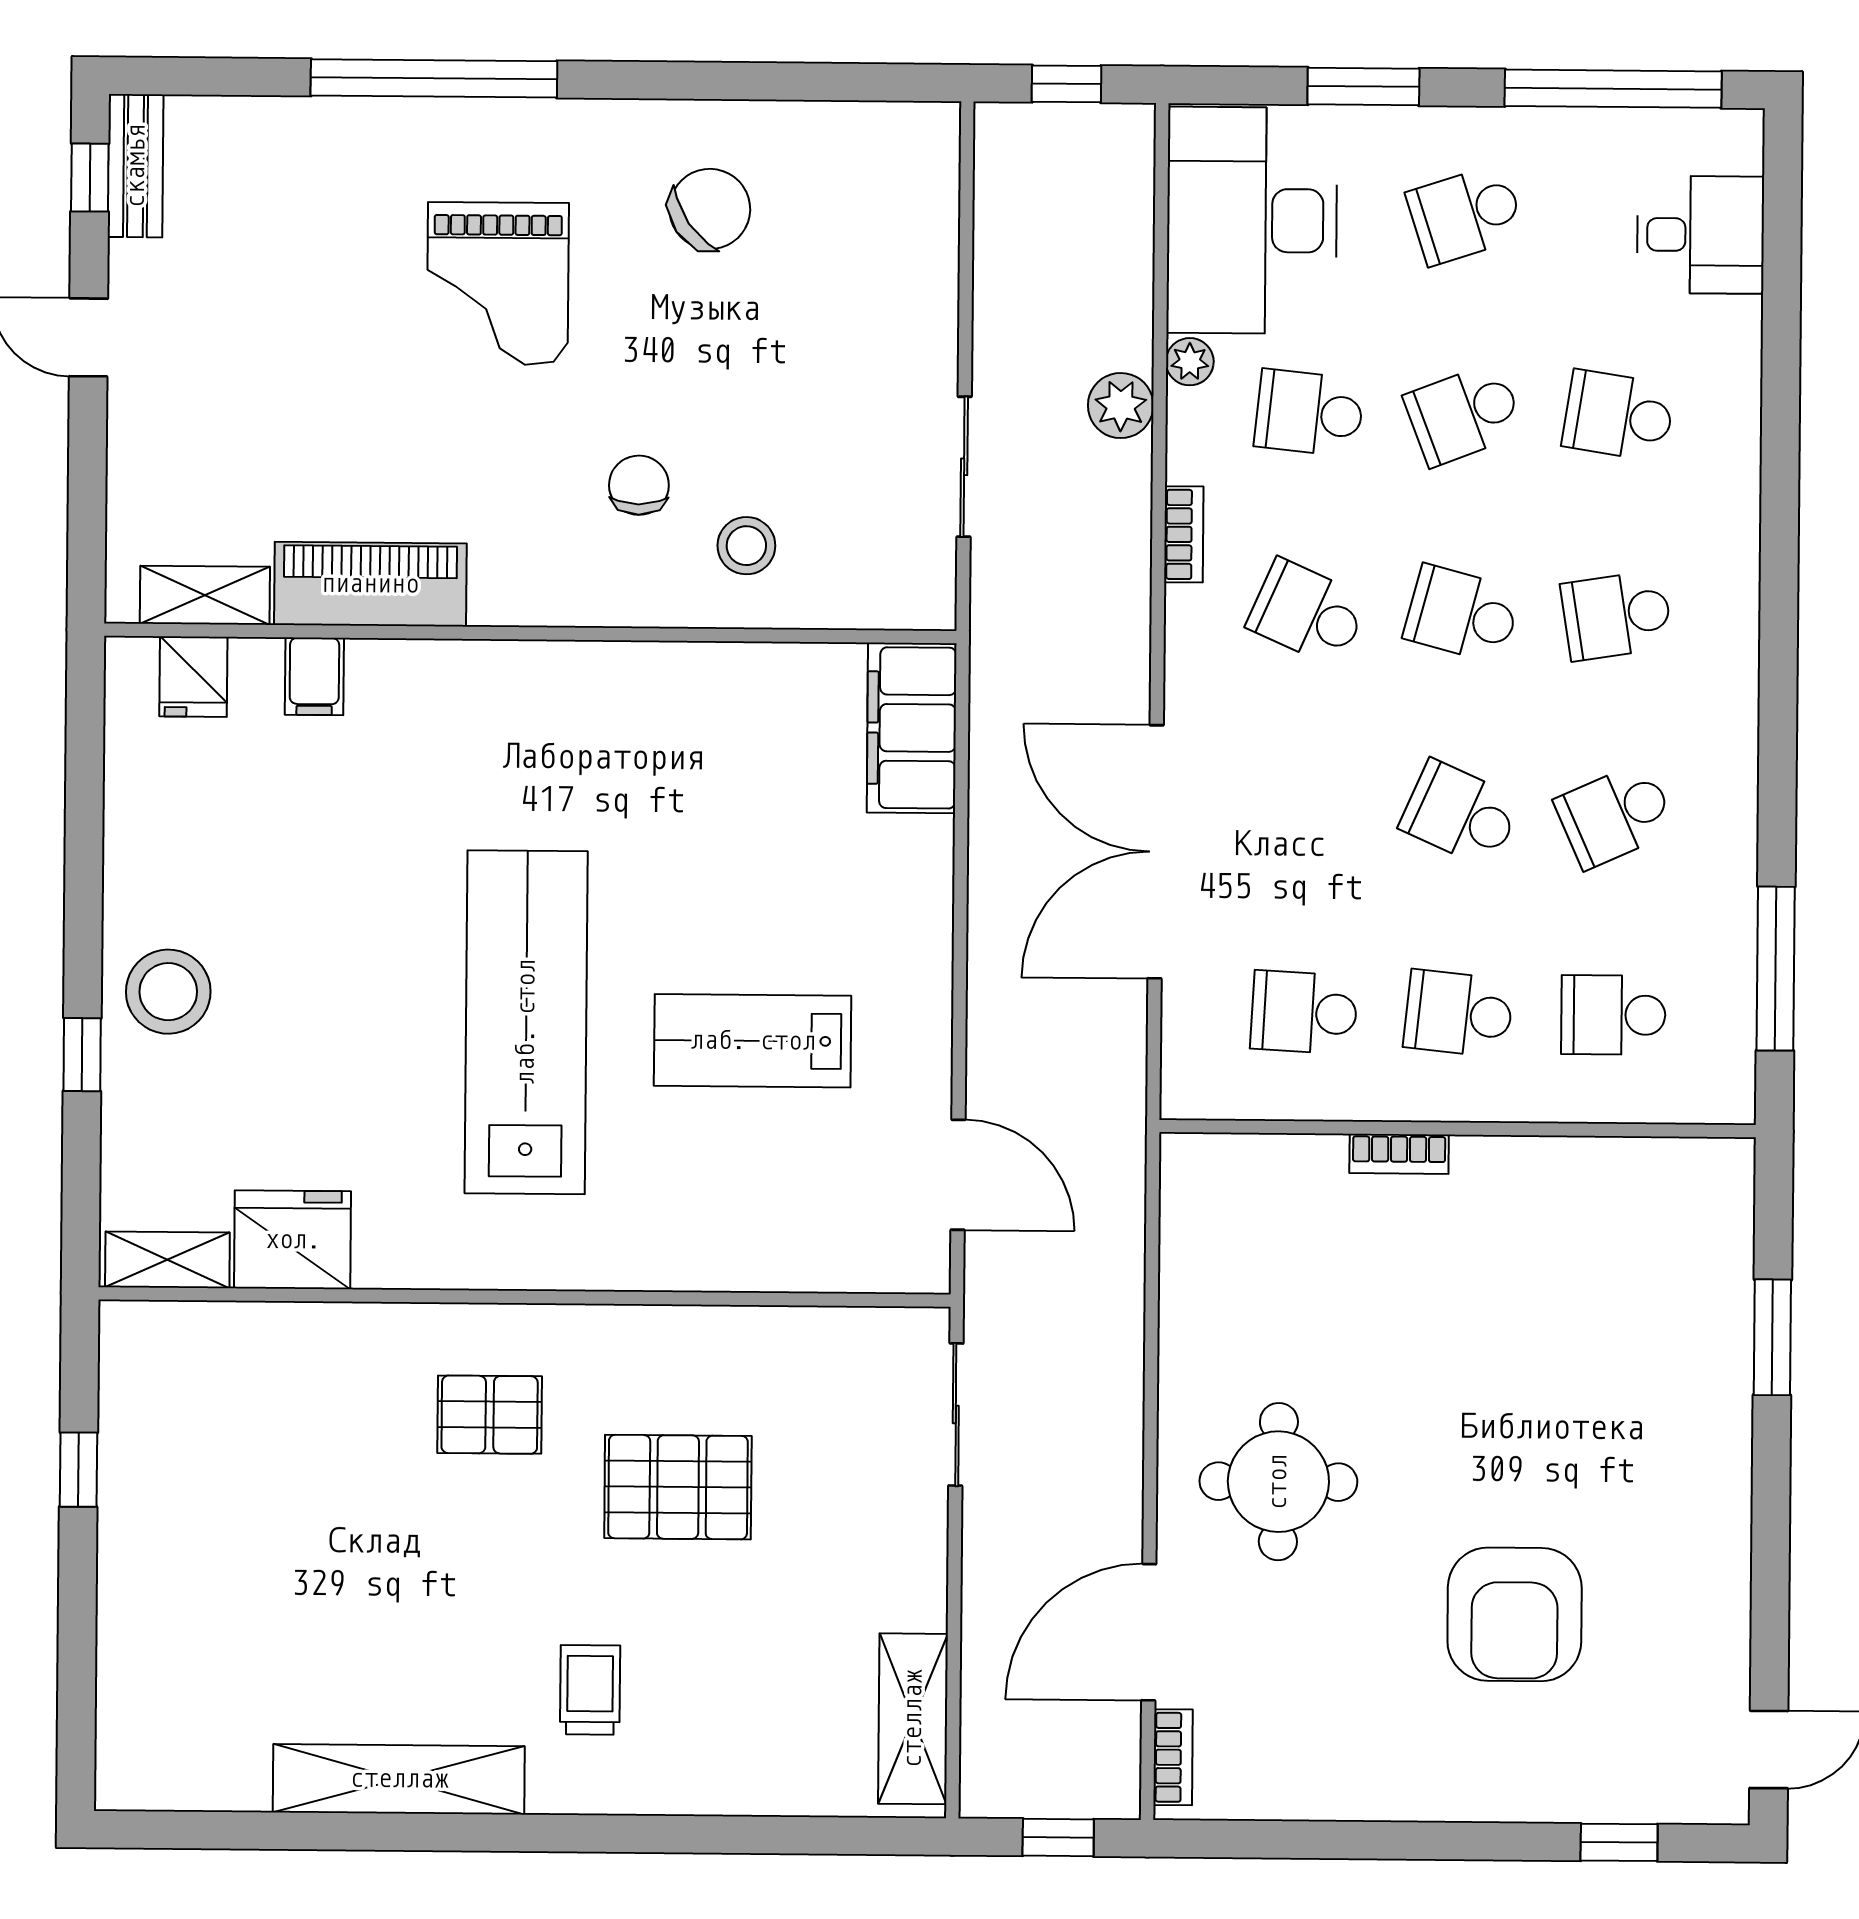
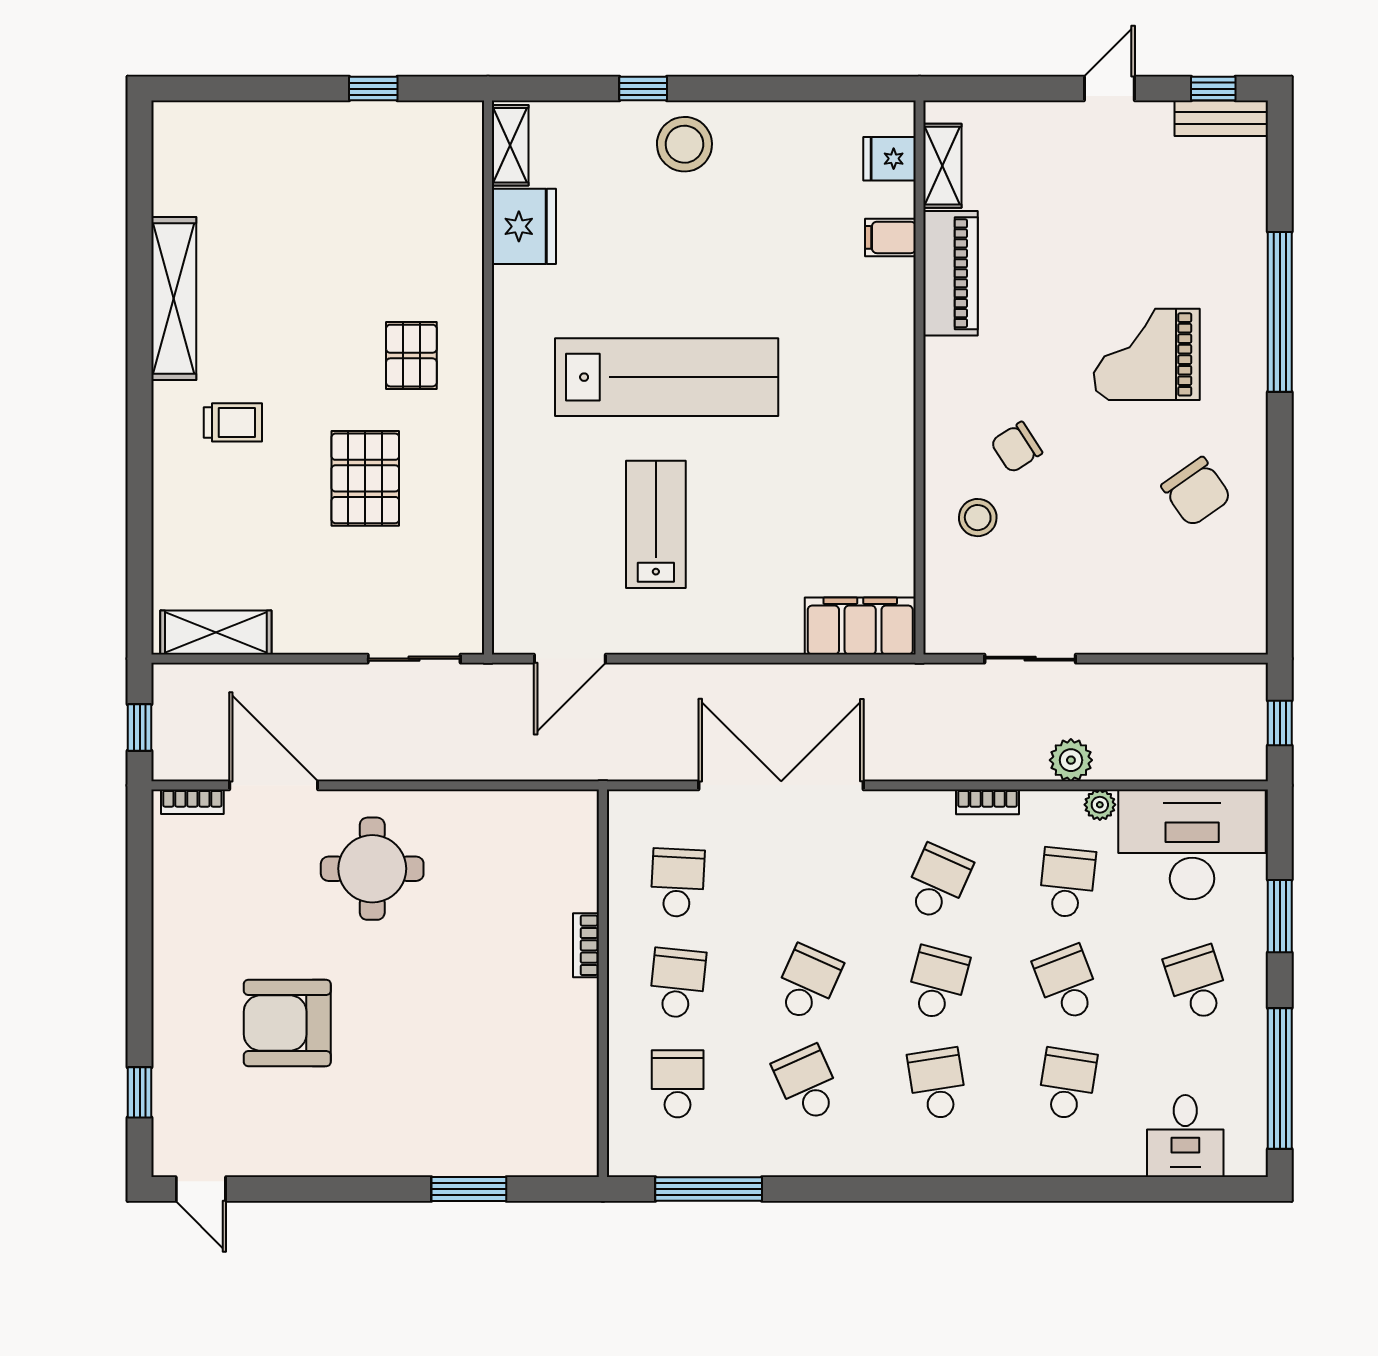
chair: (639, 485) -> (1016, 447), turned 147

